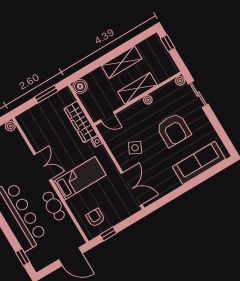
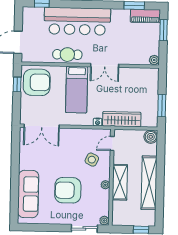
shelving: (122, 62) -> (149, 183), width x1.47
side table: (135, 148) -> (92, 160), moved
armchair: (95, 218) -> (37, 82), width x1.88, depth x1.88

